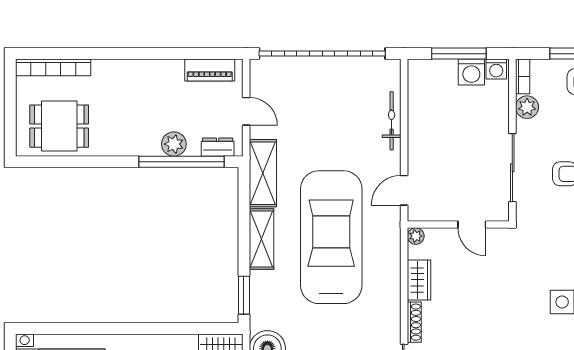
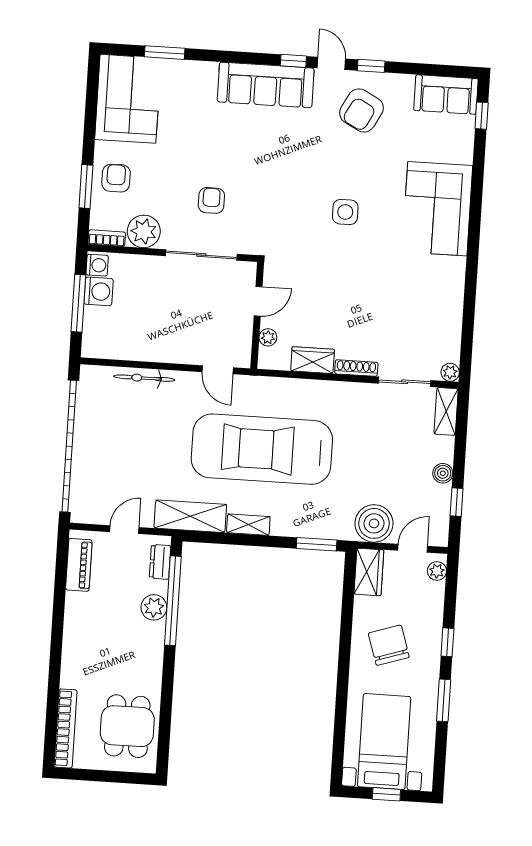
plant: (527, 107) -> (144, 231), width x1.36, depth x1.36
plant: (416, 236) -> (268, 337), moved
shelving: (262, 239) -> (248, 525), width x0.67, depth x0.75

